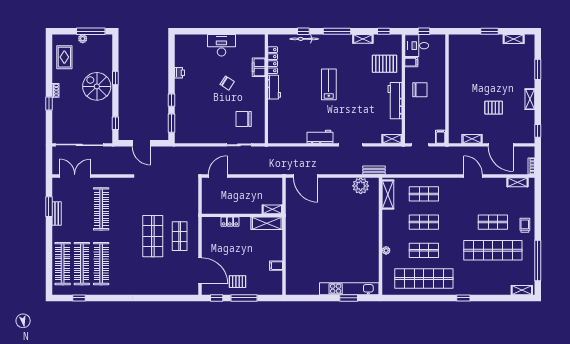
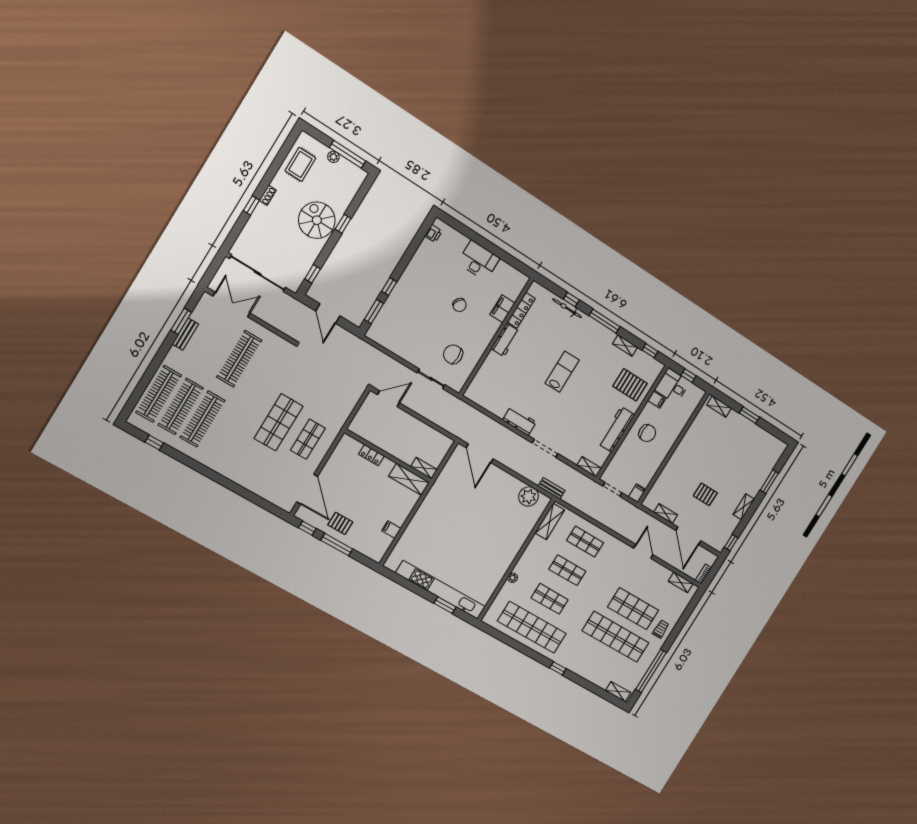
shelving: (514, 39) -> (719, 407), moved
printer: (179, 73) -> (433, 234), moved
shop shelf: (493, 222) -> (633, 609), width x1.43, depth x1.36
kitchen unit: (349, 289) -> (441, 590), width x1.36

